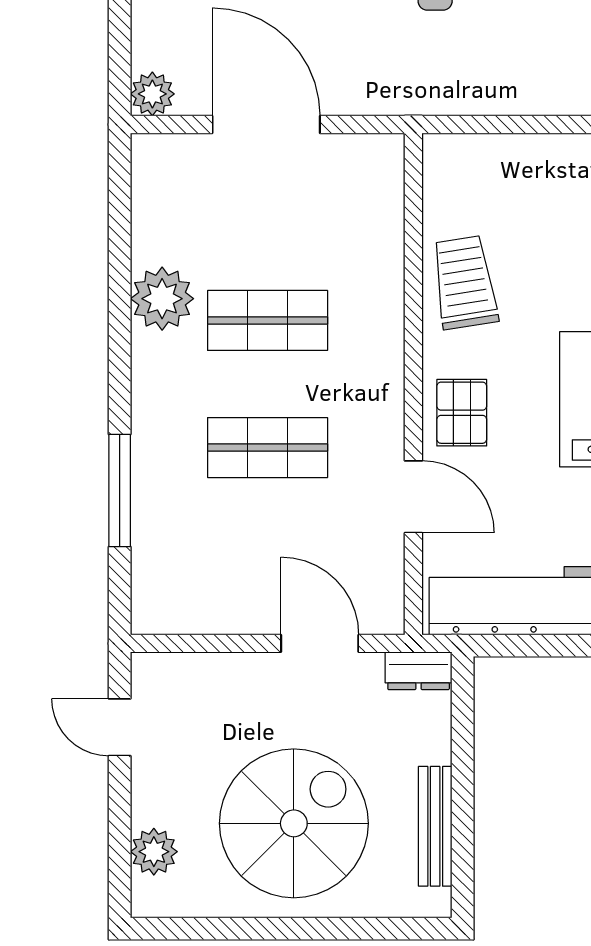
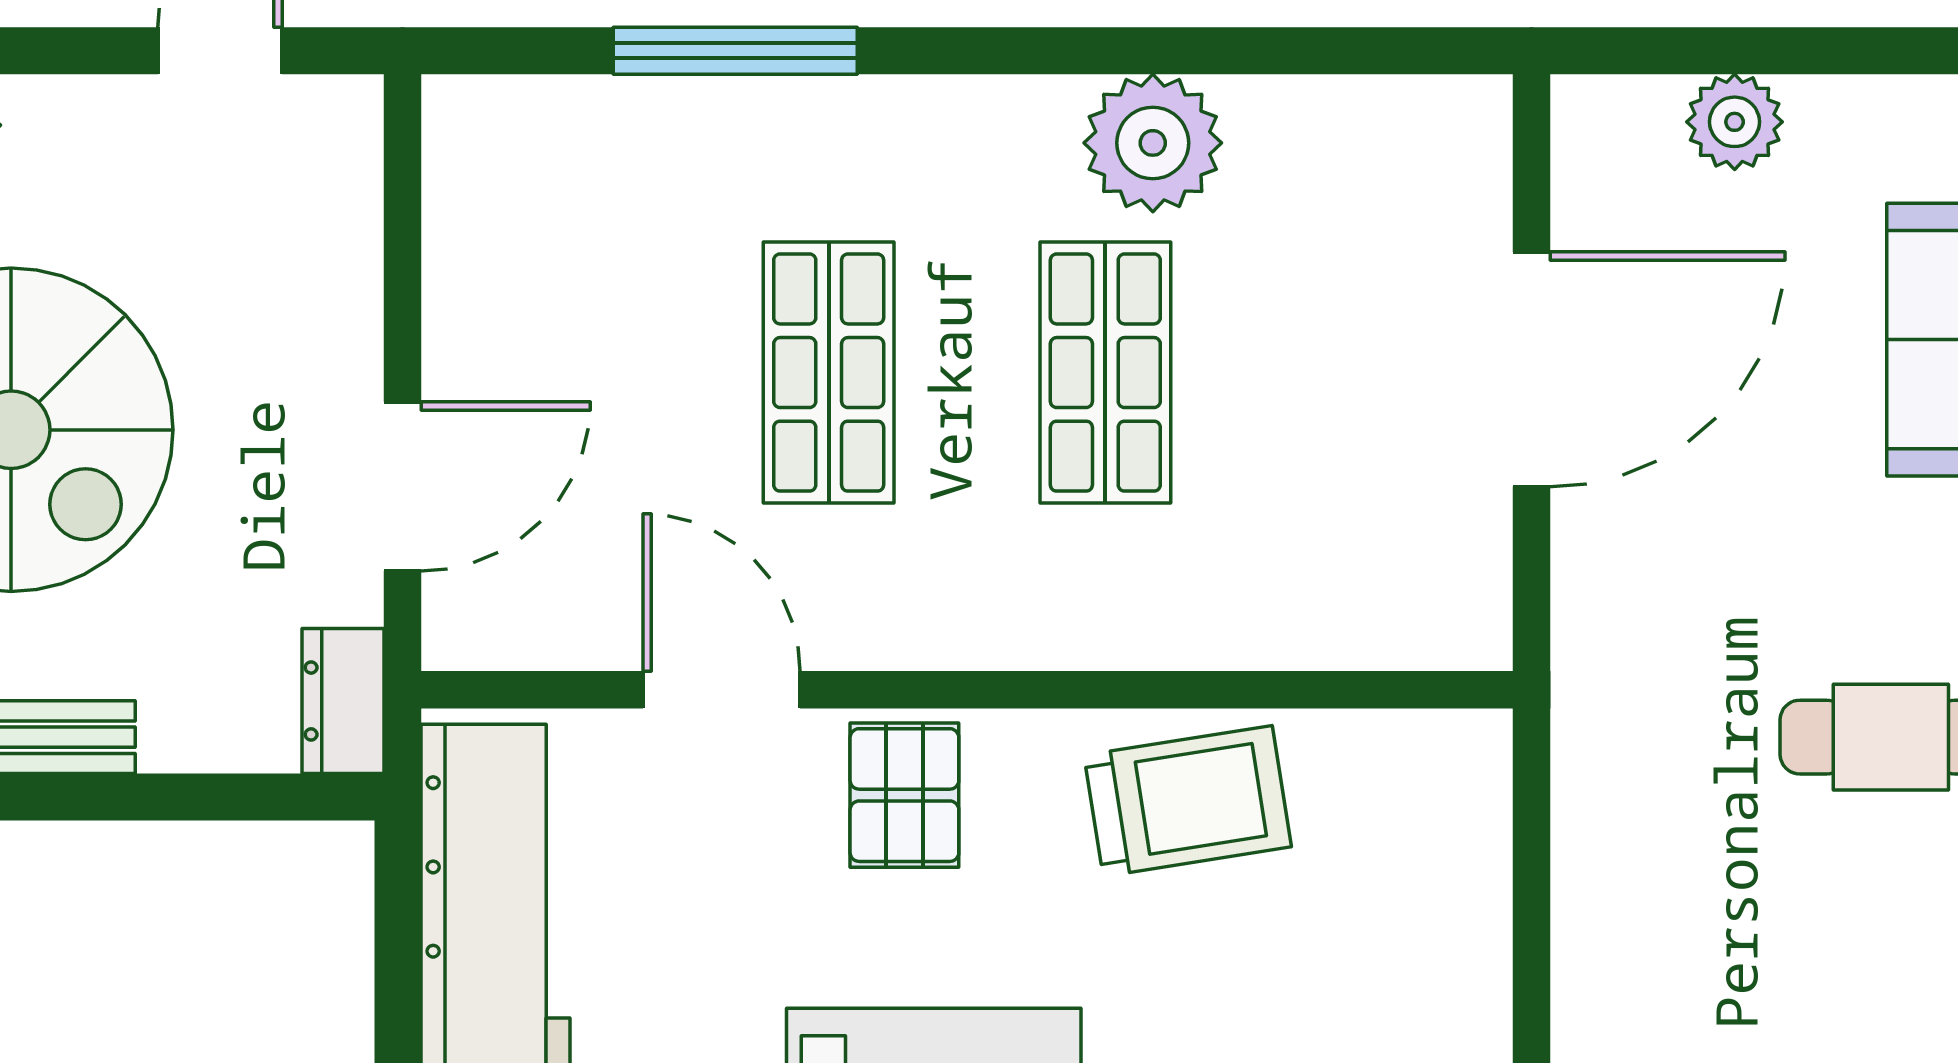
plant: (152, 94) -> (1735, 122), moved
pallet: (462, 413) -> (904, 795), turned 90
door: (413, 497) -> (722, 690), swing flipped

